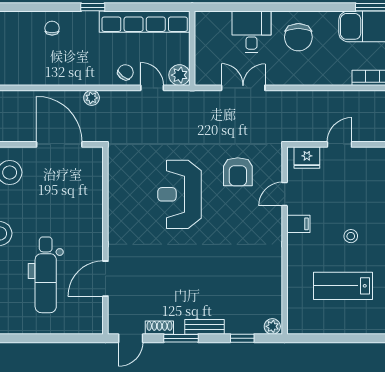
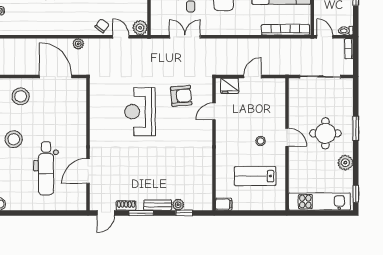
armchair: (238, 172) -> (181, 96), turned -95
filing cabinet: (298, 224) -> (224, 204), moved
plant: (272, 326) -> (178, 205), moved

